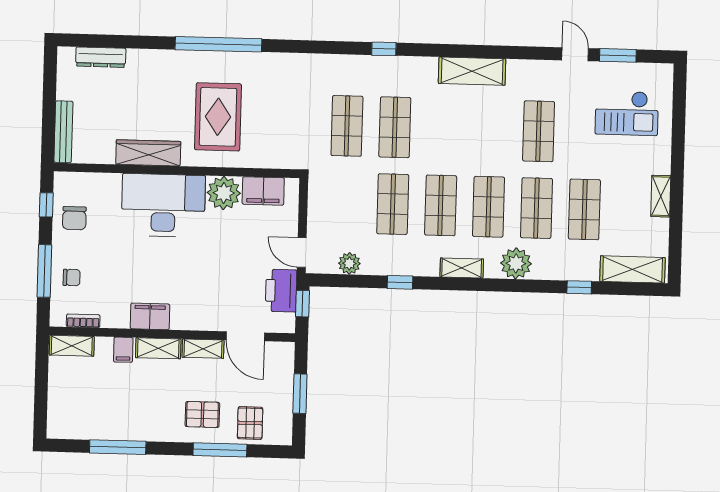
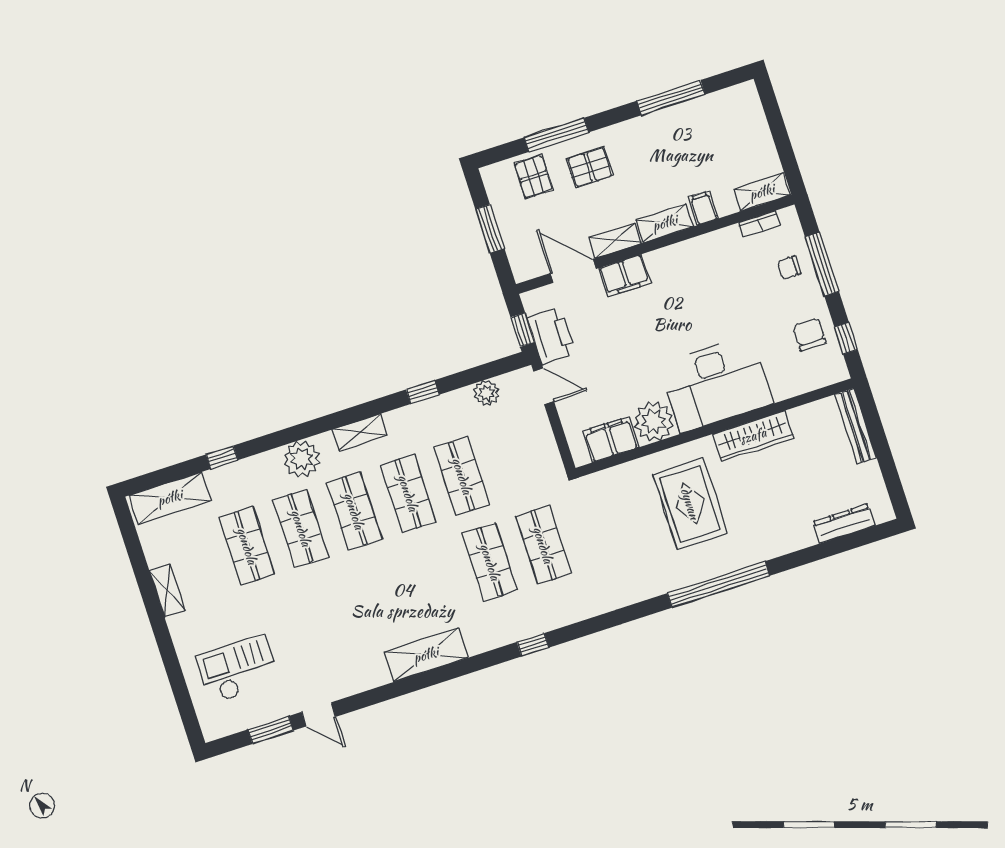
shop shelf: (539, 131) -> (329, 614), removed
filing cabinet: (150, 316) -> (625, 276), moved

